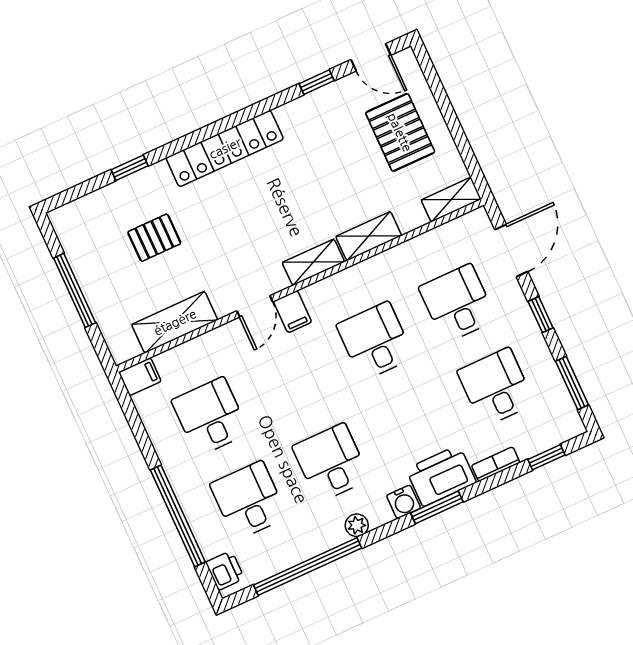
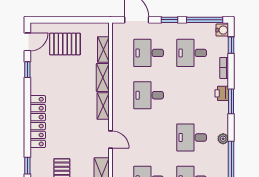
shelving: (451, 200) -> (103, 49), moved
filing cabinet: (293, 312) -> (120, 124), removed
window: (572, 383) -> (205, 20), width x1.44
printer: (441, 476) -> (222, 93), width x0.53, depth x0.68
water cooler: (404, 502) -> (222, 30), moved

